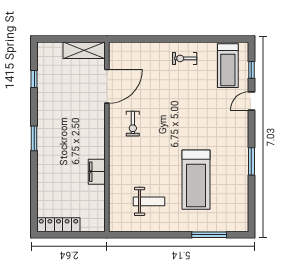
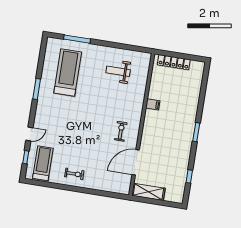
filing cabinet: (97, 172) -> (153, 104), width x0.50
treadmill: (196, 180) -> (68, 73), moved
locker: (58, 225) -> (174, 62), moved

